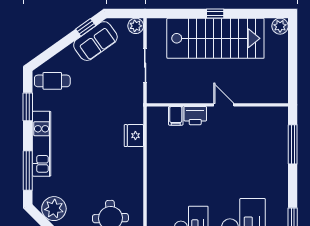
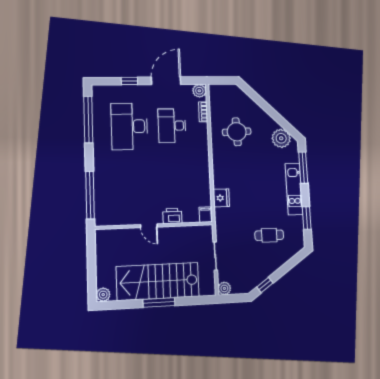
window: (215, 14) -> (159, 302), width x2.17
sofa: (95, 41) -> (256, 274), removed
cafe table: (52, 81) -> (269, 235), moved
filing cabinet: (176, 116) -> (205, 215), moved
window: (293, 144) -> (90, 195), width x1.46

